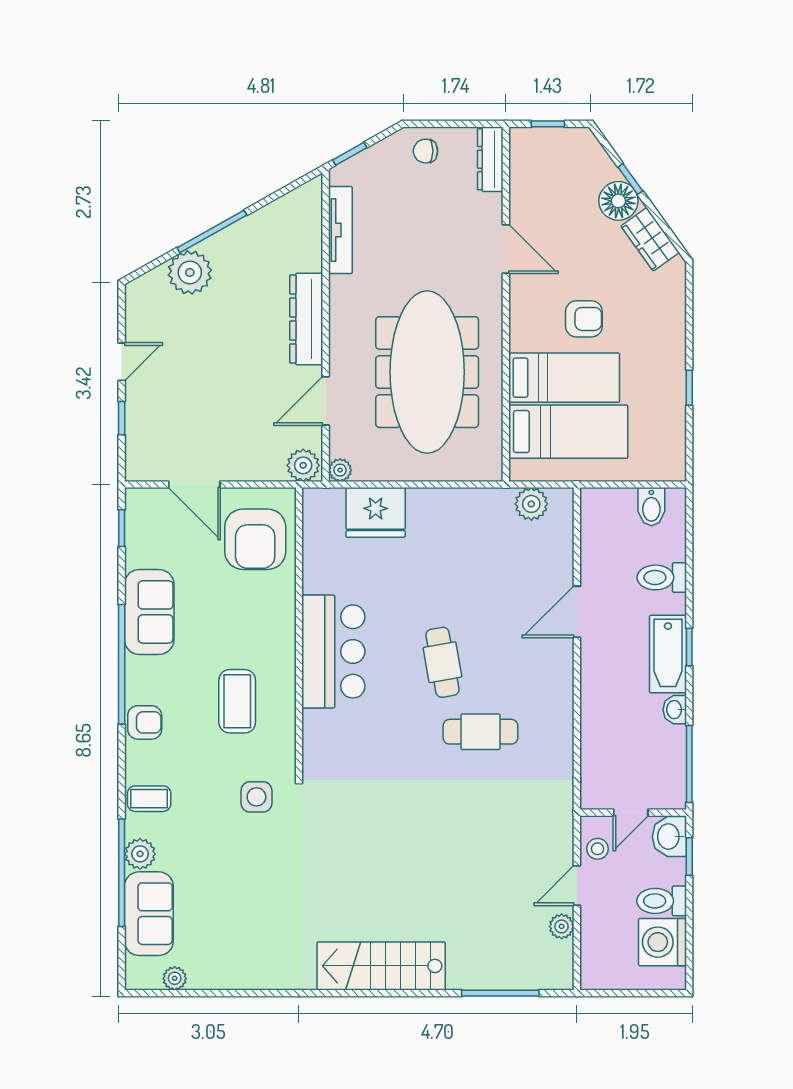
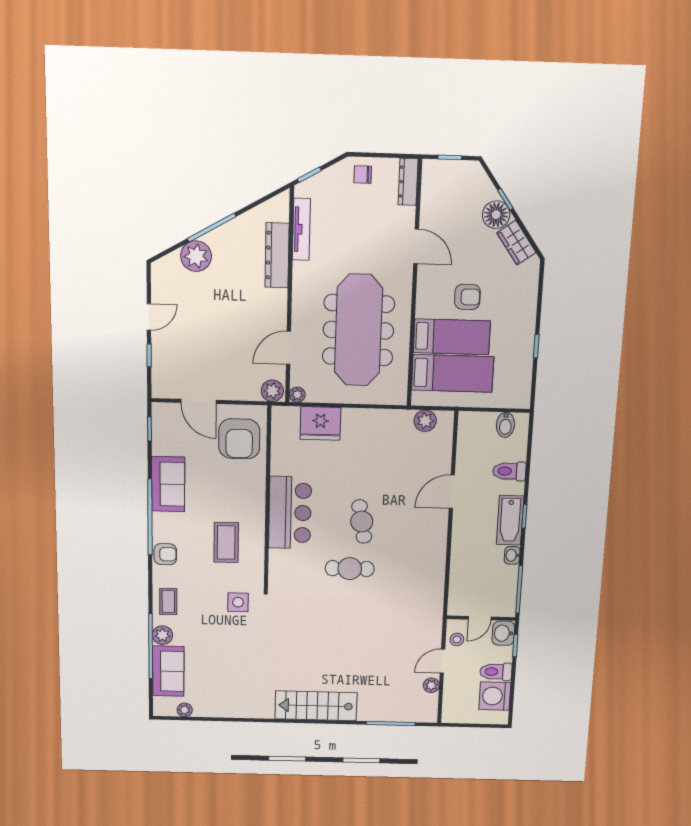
dresser: (306, 319) -> (277, 255), moved
cafe table: (480, 732) -> (350, 569), moved
coffee table: (149, 799) -> (168, 602), turned 90

